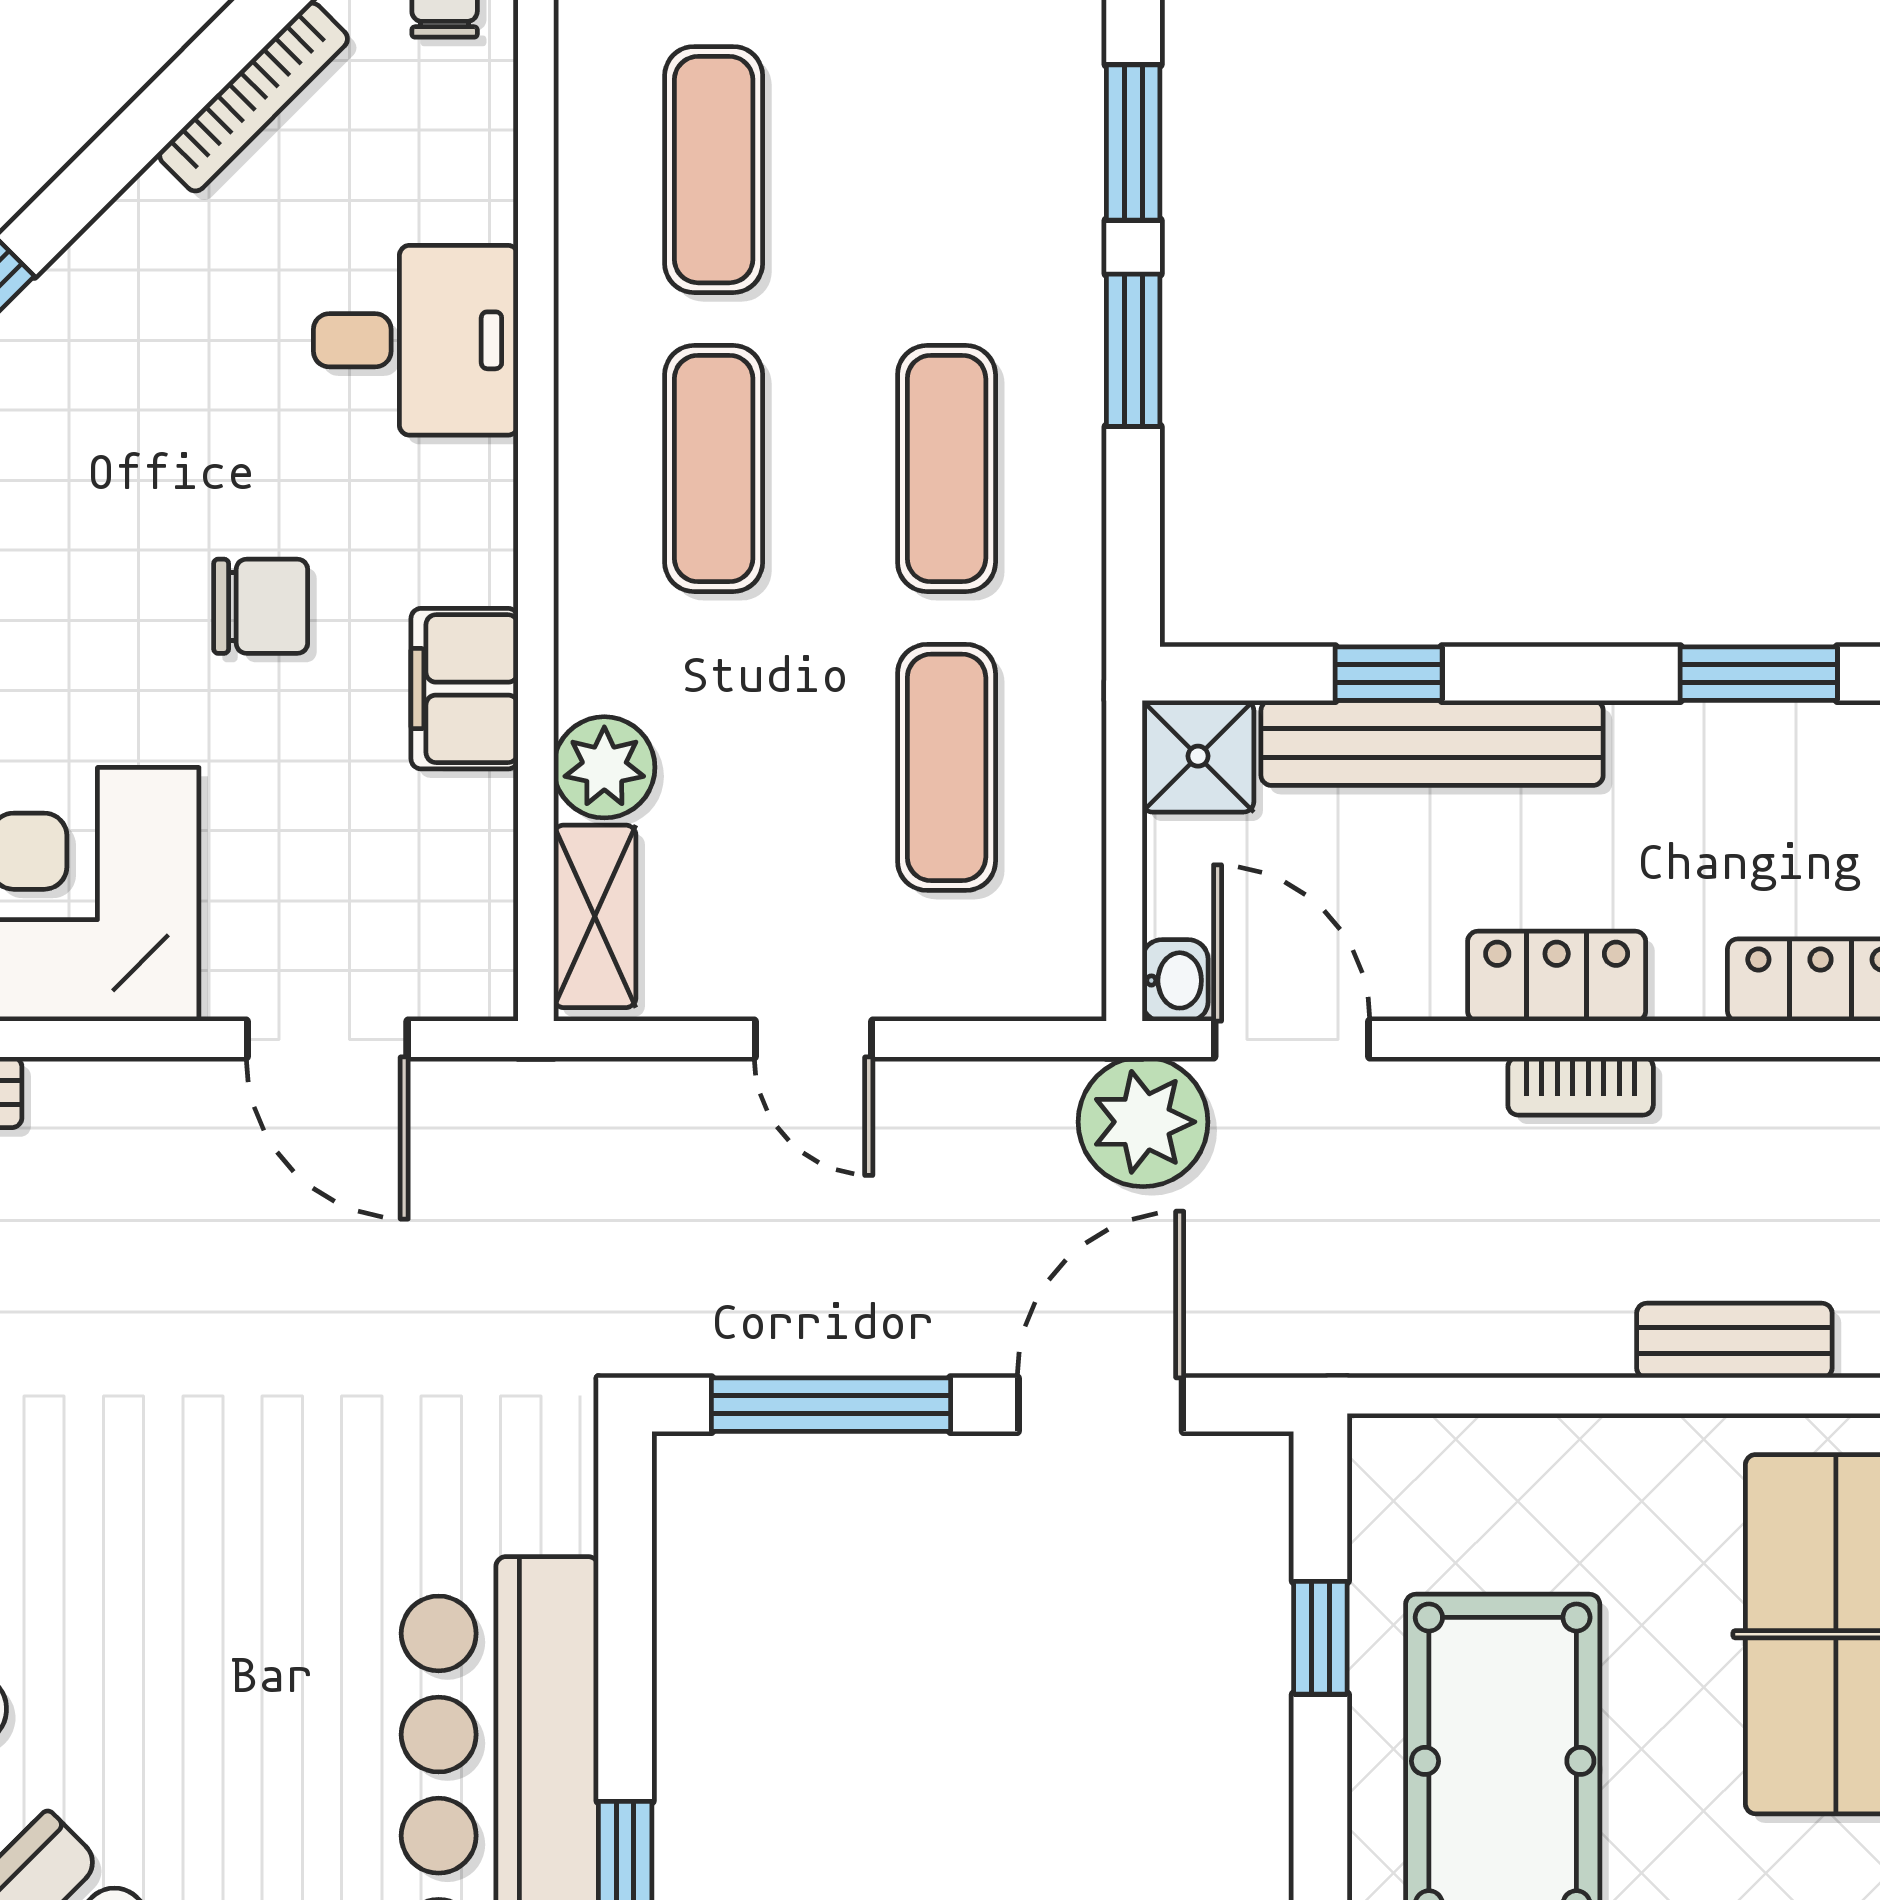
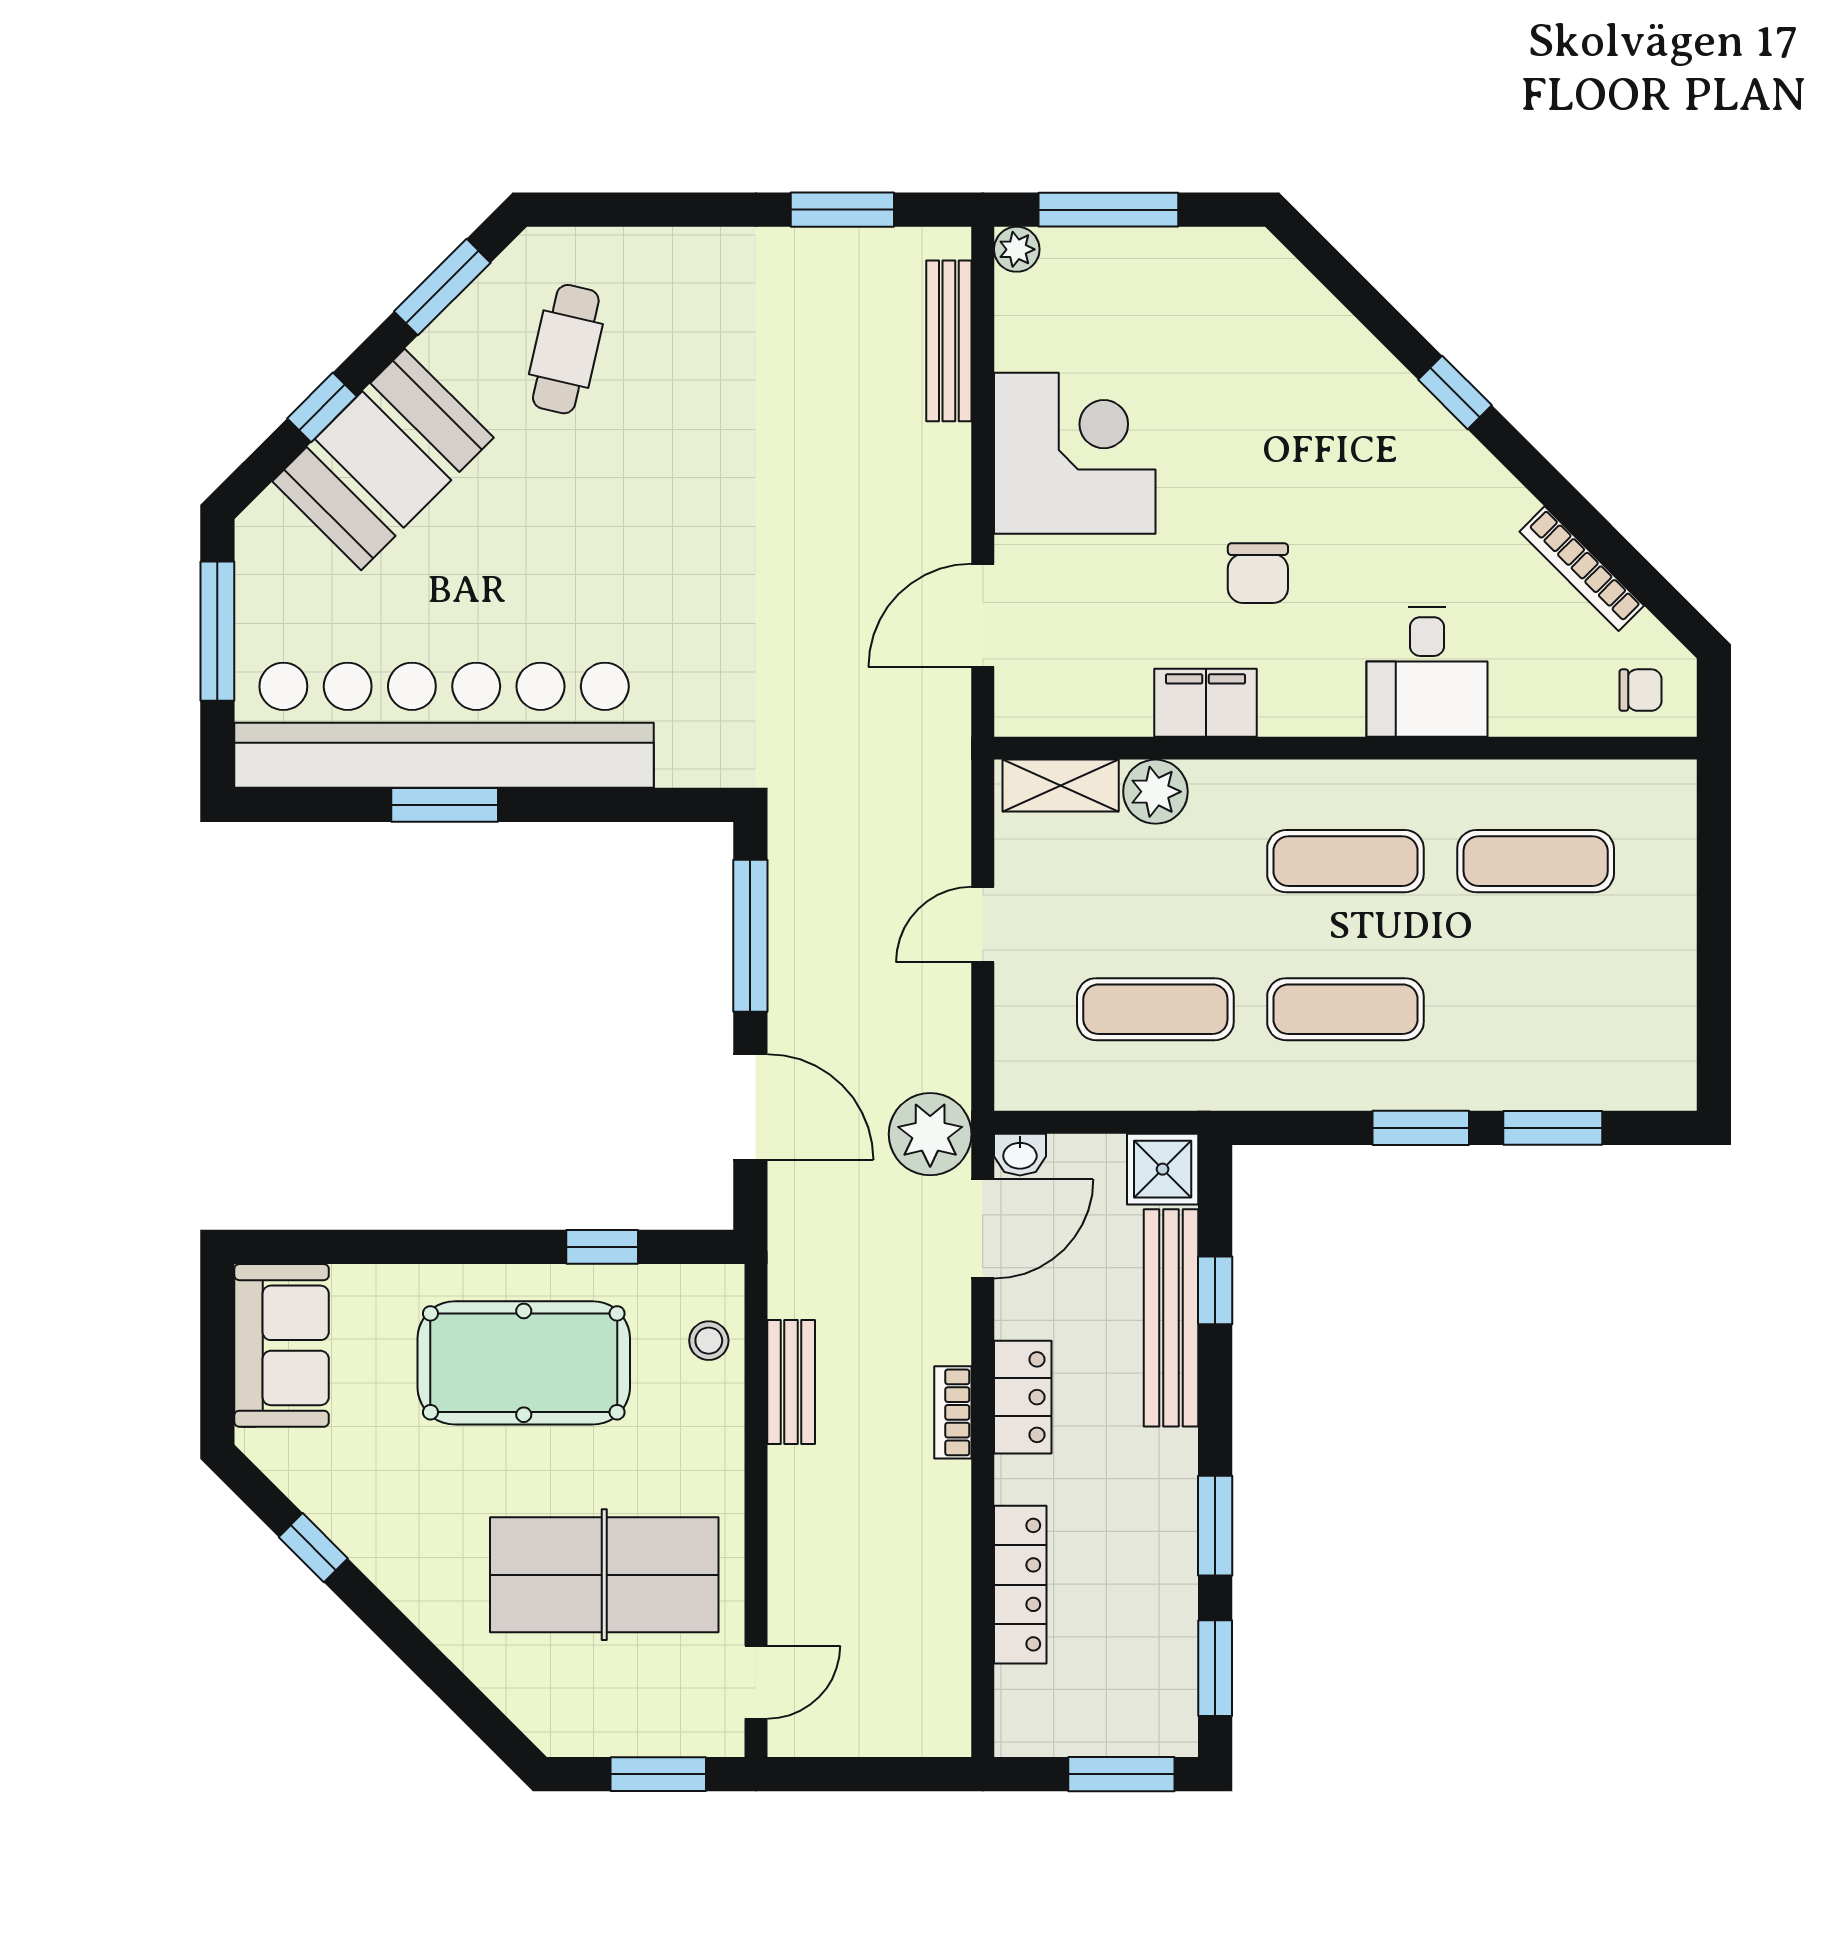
bench: (1734, 1340) -> (791, 1382), moved
stool: (1468, 1470) -> (709, 1341), added

